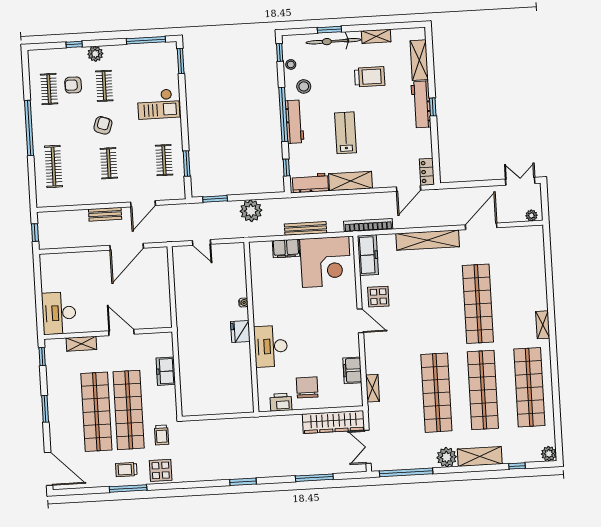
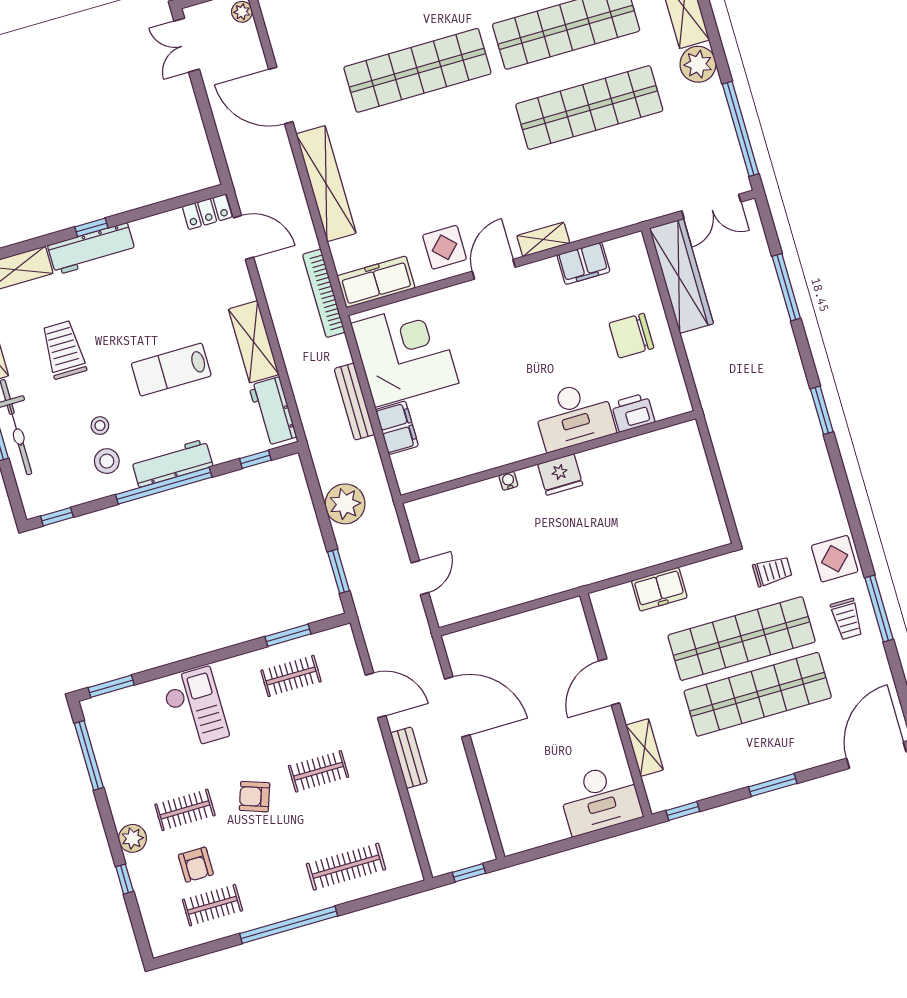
stool: (291, 64) -> (100, 426), moved
shelving: (372, 388) -> (543, 239), moved
printer: (281, 402) -> (633, 412), moved, turned 90

